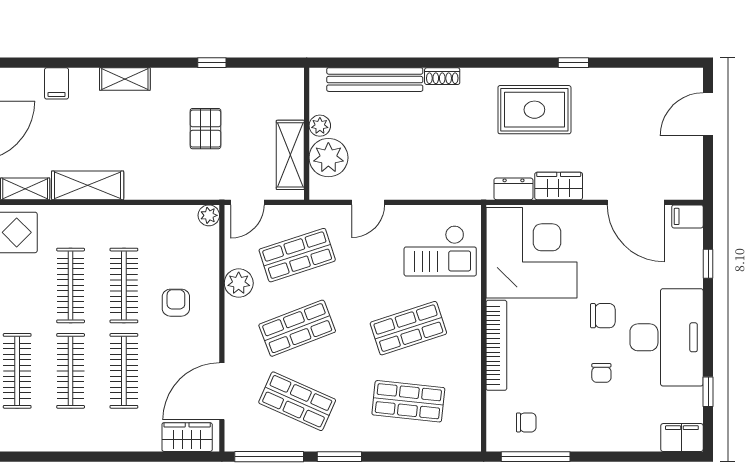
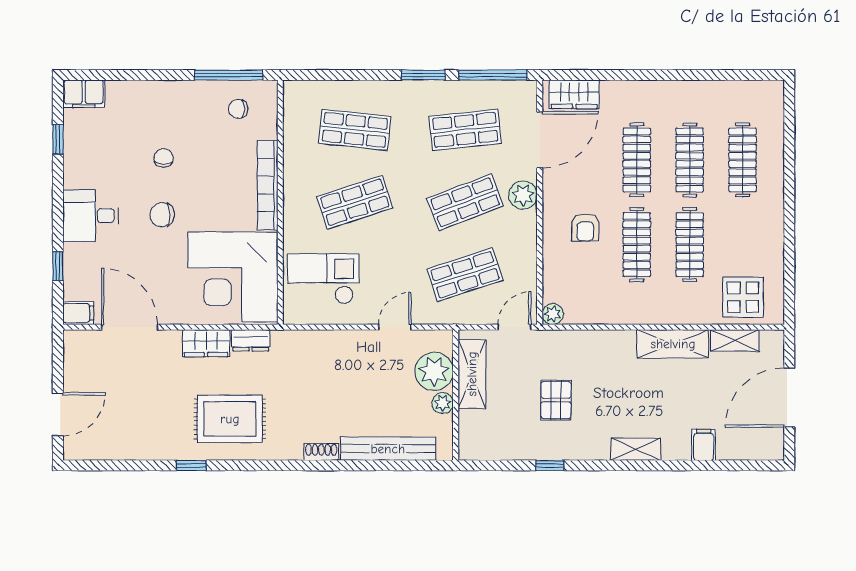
plant: (239, 283) -> (523, 195), moved
desk: (667, 337) -> (91, 216), width x0.53, depth x0.77
shop shelf: (297, 401) -> (465, 130), turned -30

